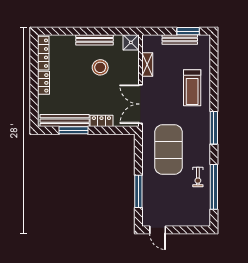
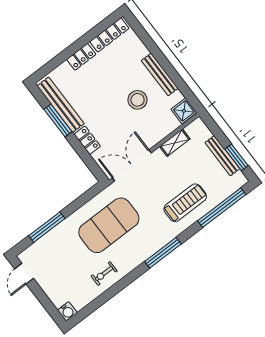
treadmill: (192, 88) -> (185, 203), turned 180
window: (214, 187) -> (222, 208), moved
water cooler: (204, 220) -> (67, 311), added

